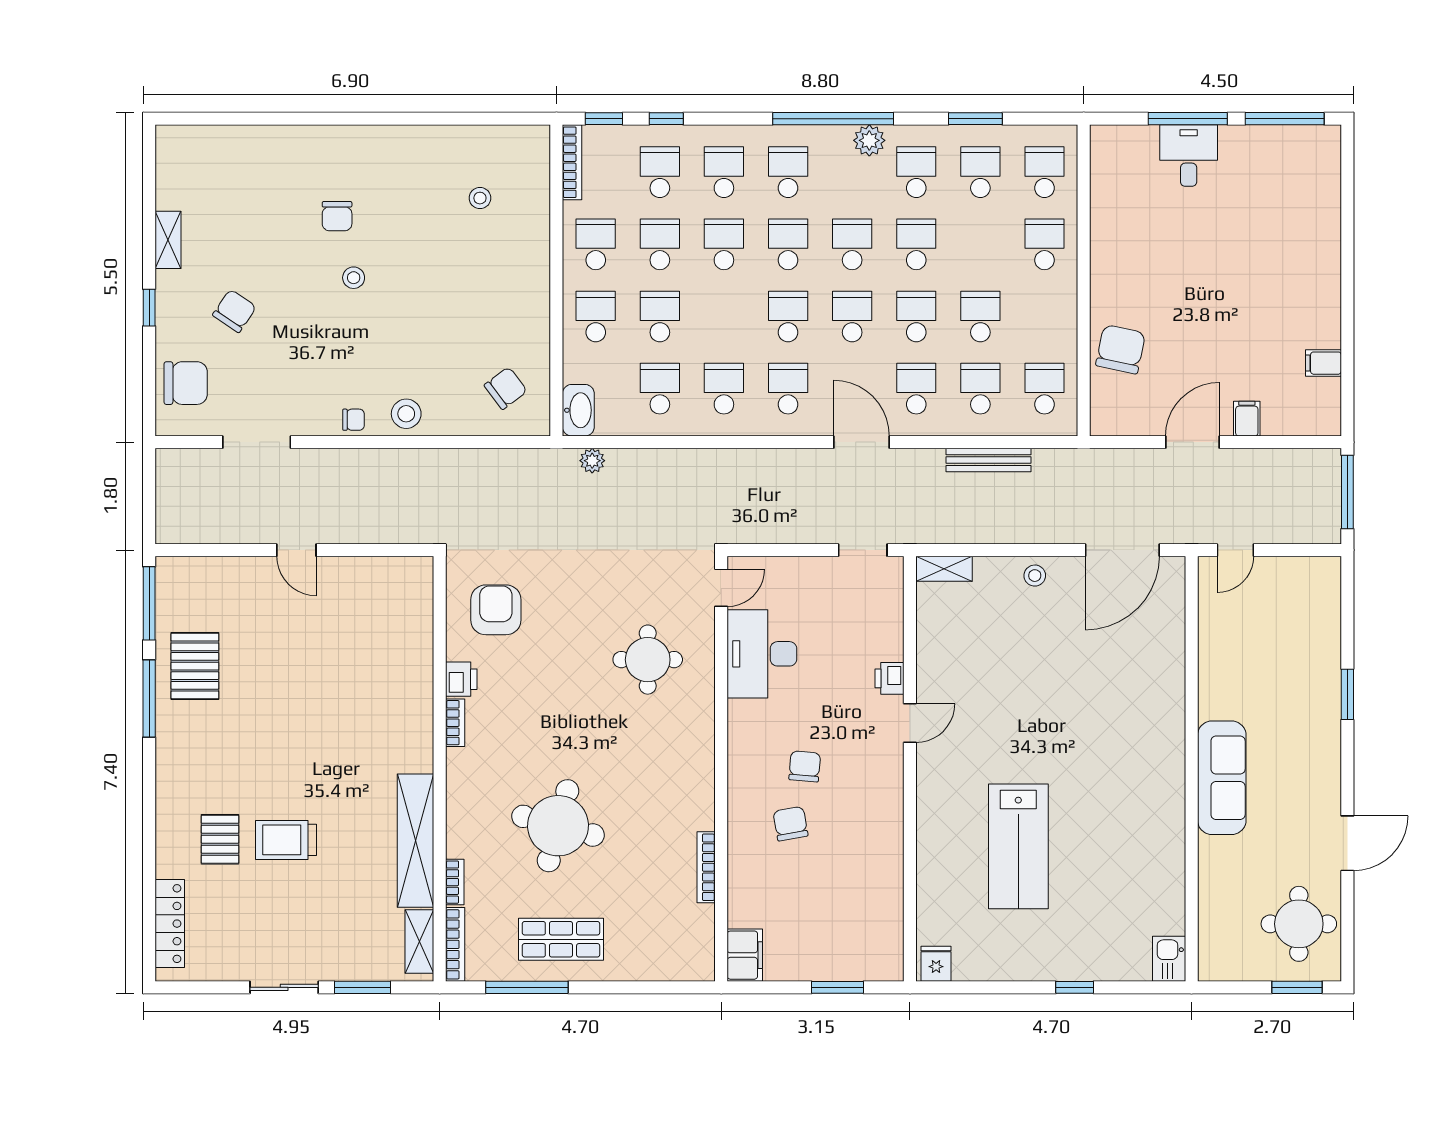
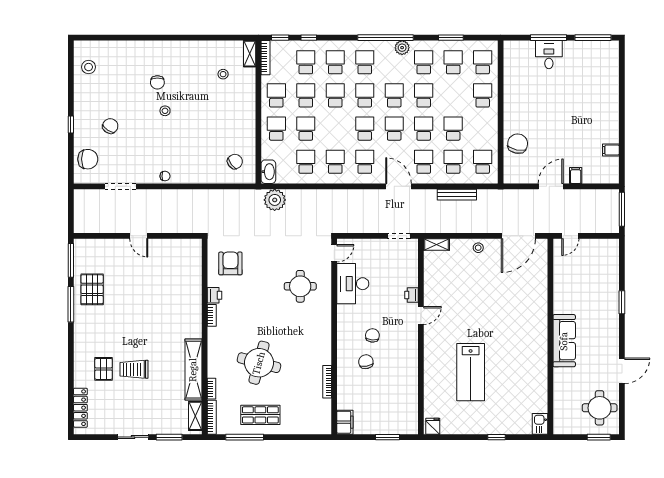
shelving: (168, 240) -> (250, 54), moved
stool: (406, 414) -> (89, 67), moved
plant: (592, 461) -> (275, 200), width x1.88, depth x1.88

